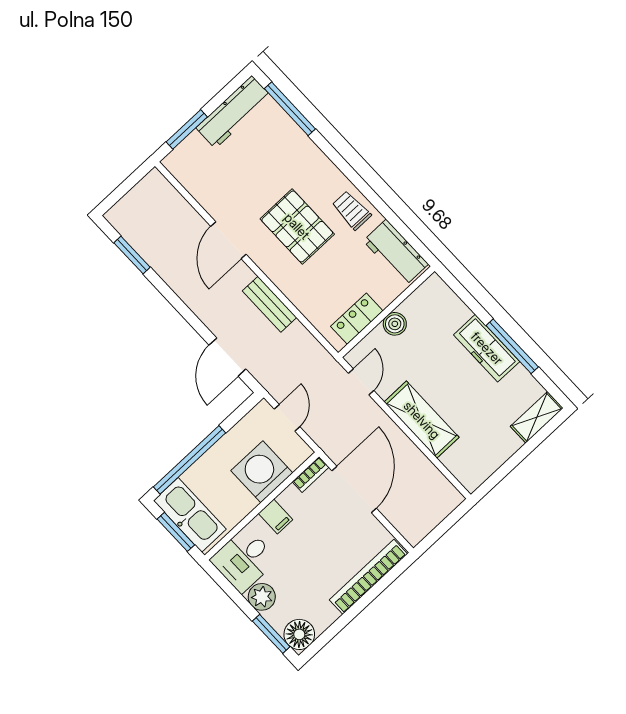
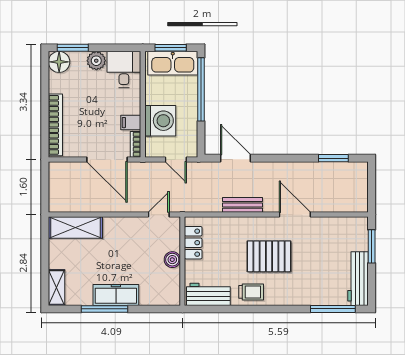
door: (361, 382) -> (159, 215), swing flipped
shelving: (422, 420) -> (75, 227), moved
filing cabinet: (276, 516) -> (131, 123), moved

